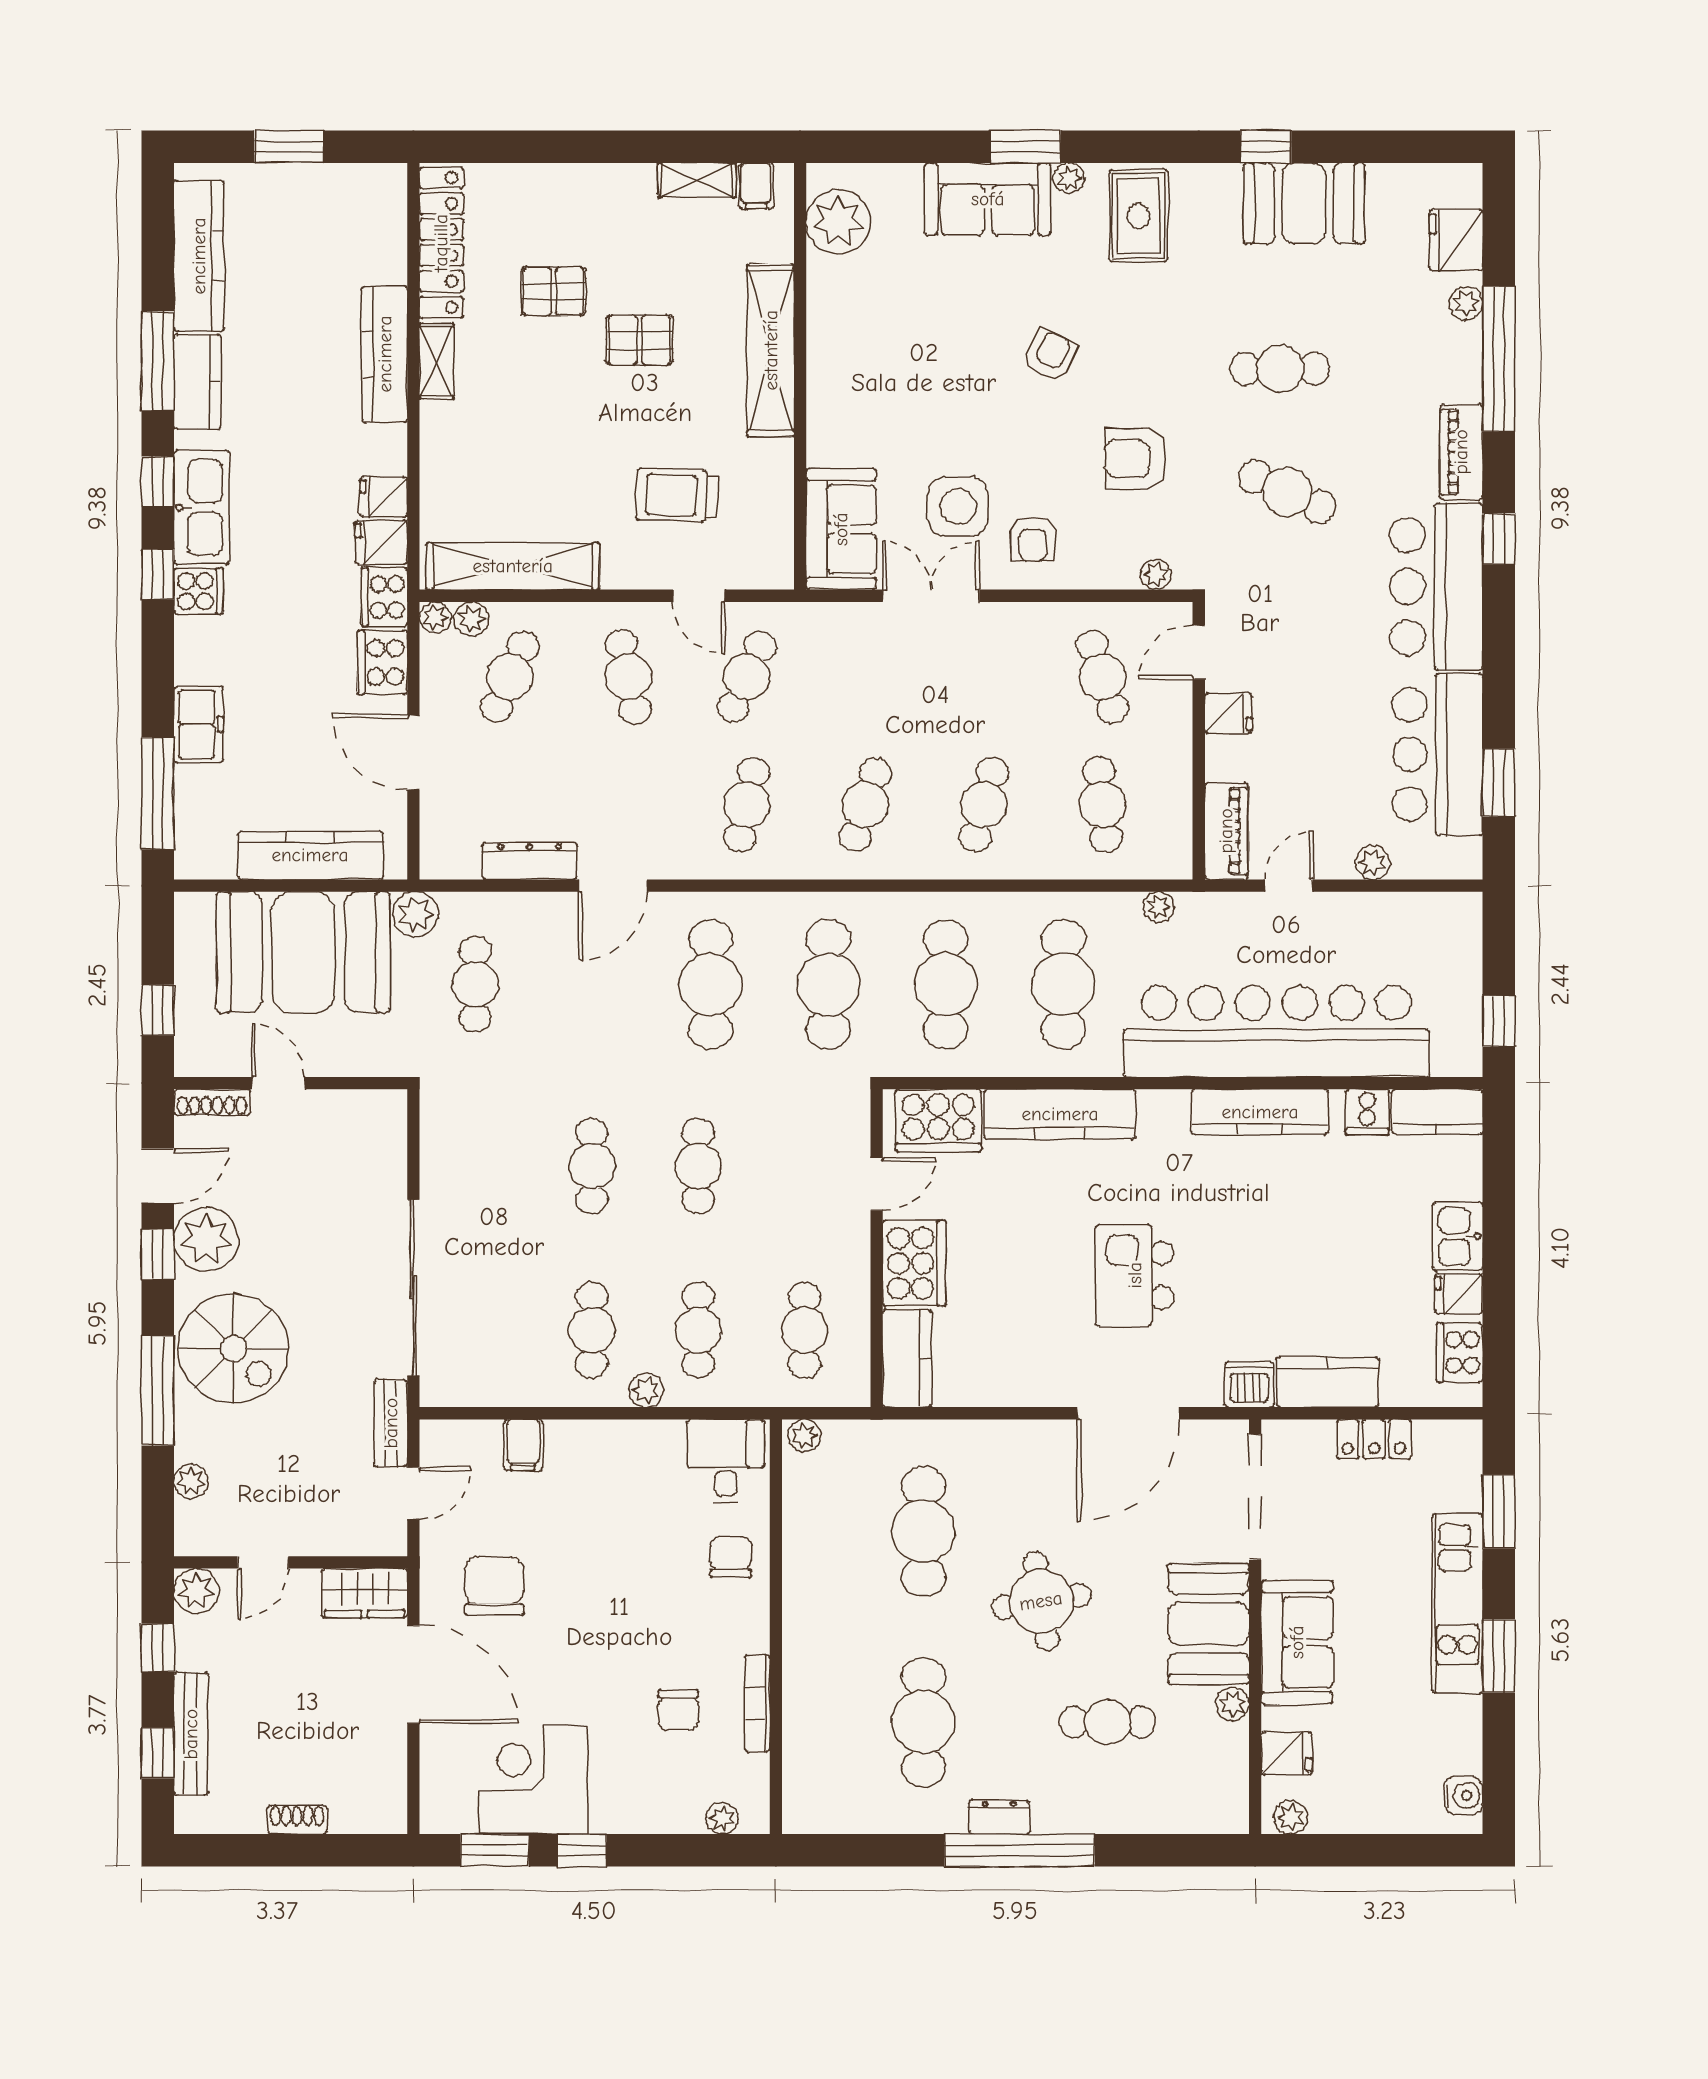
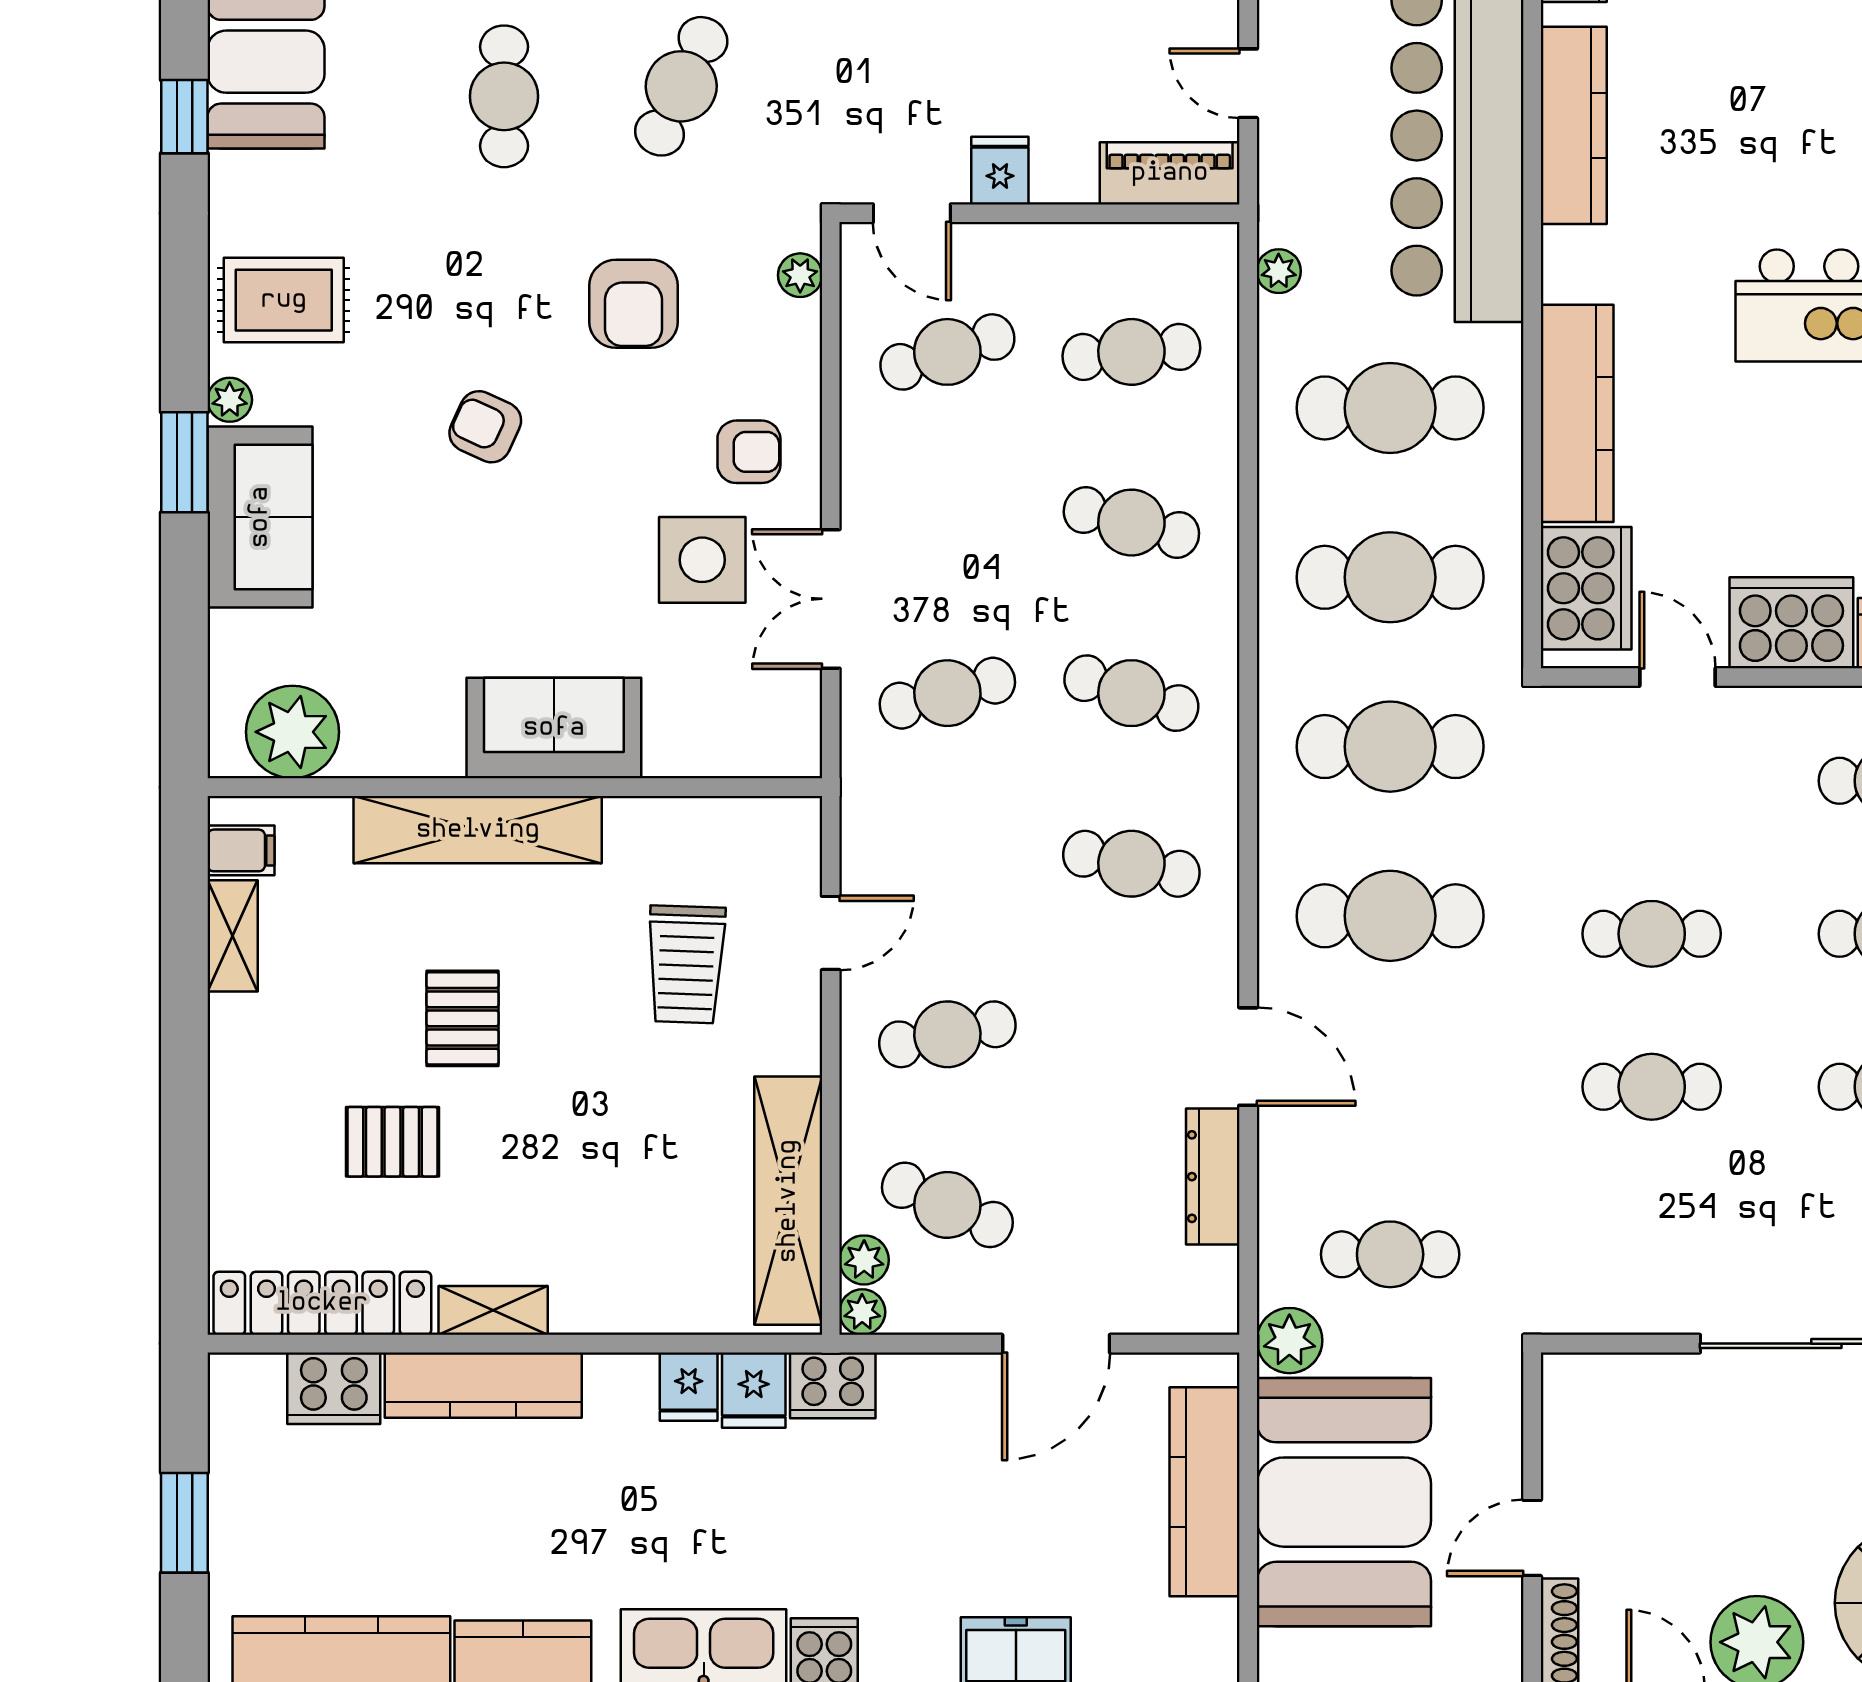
pallet: (554, 291) -> (392, 1142), turned 90
sofa: (841, 529) -> (554, 728), moved
cooker: (382, 662) -> (334, 1388), moved
cafe table: (747, 677) -> (947, 693), moved, turned -39

